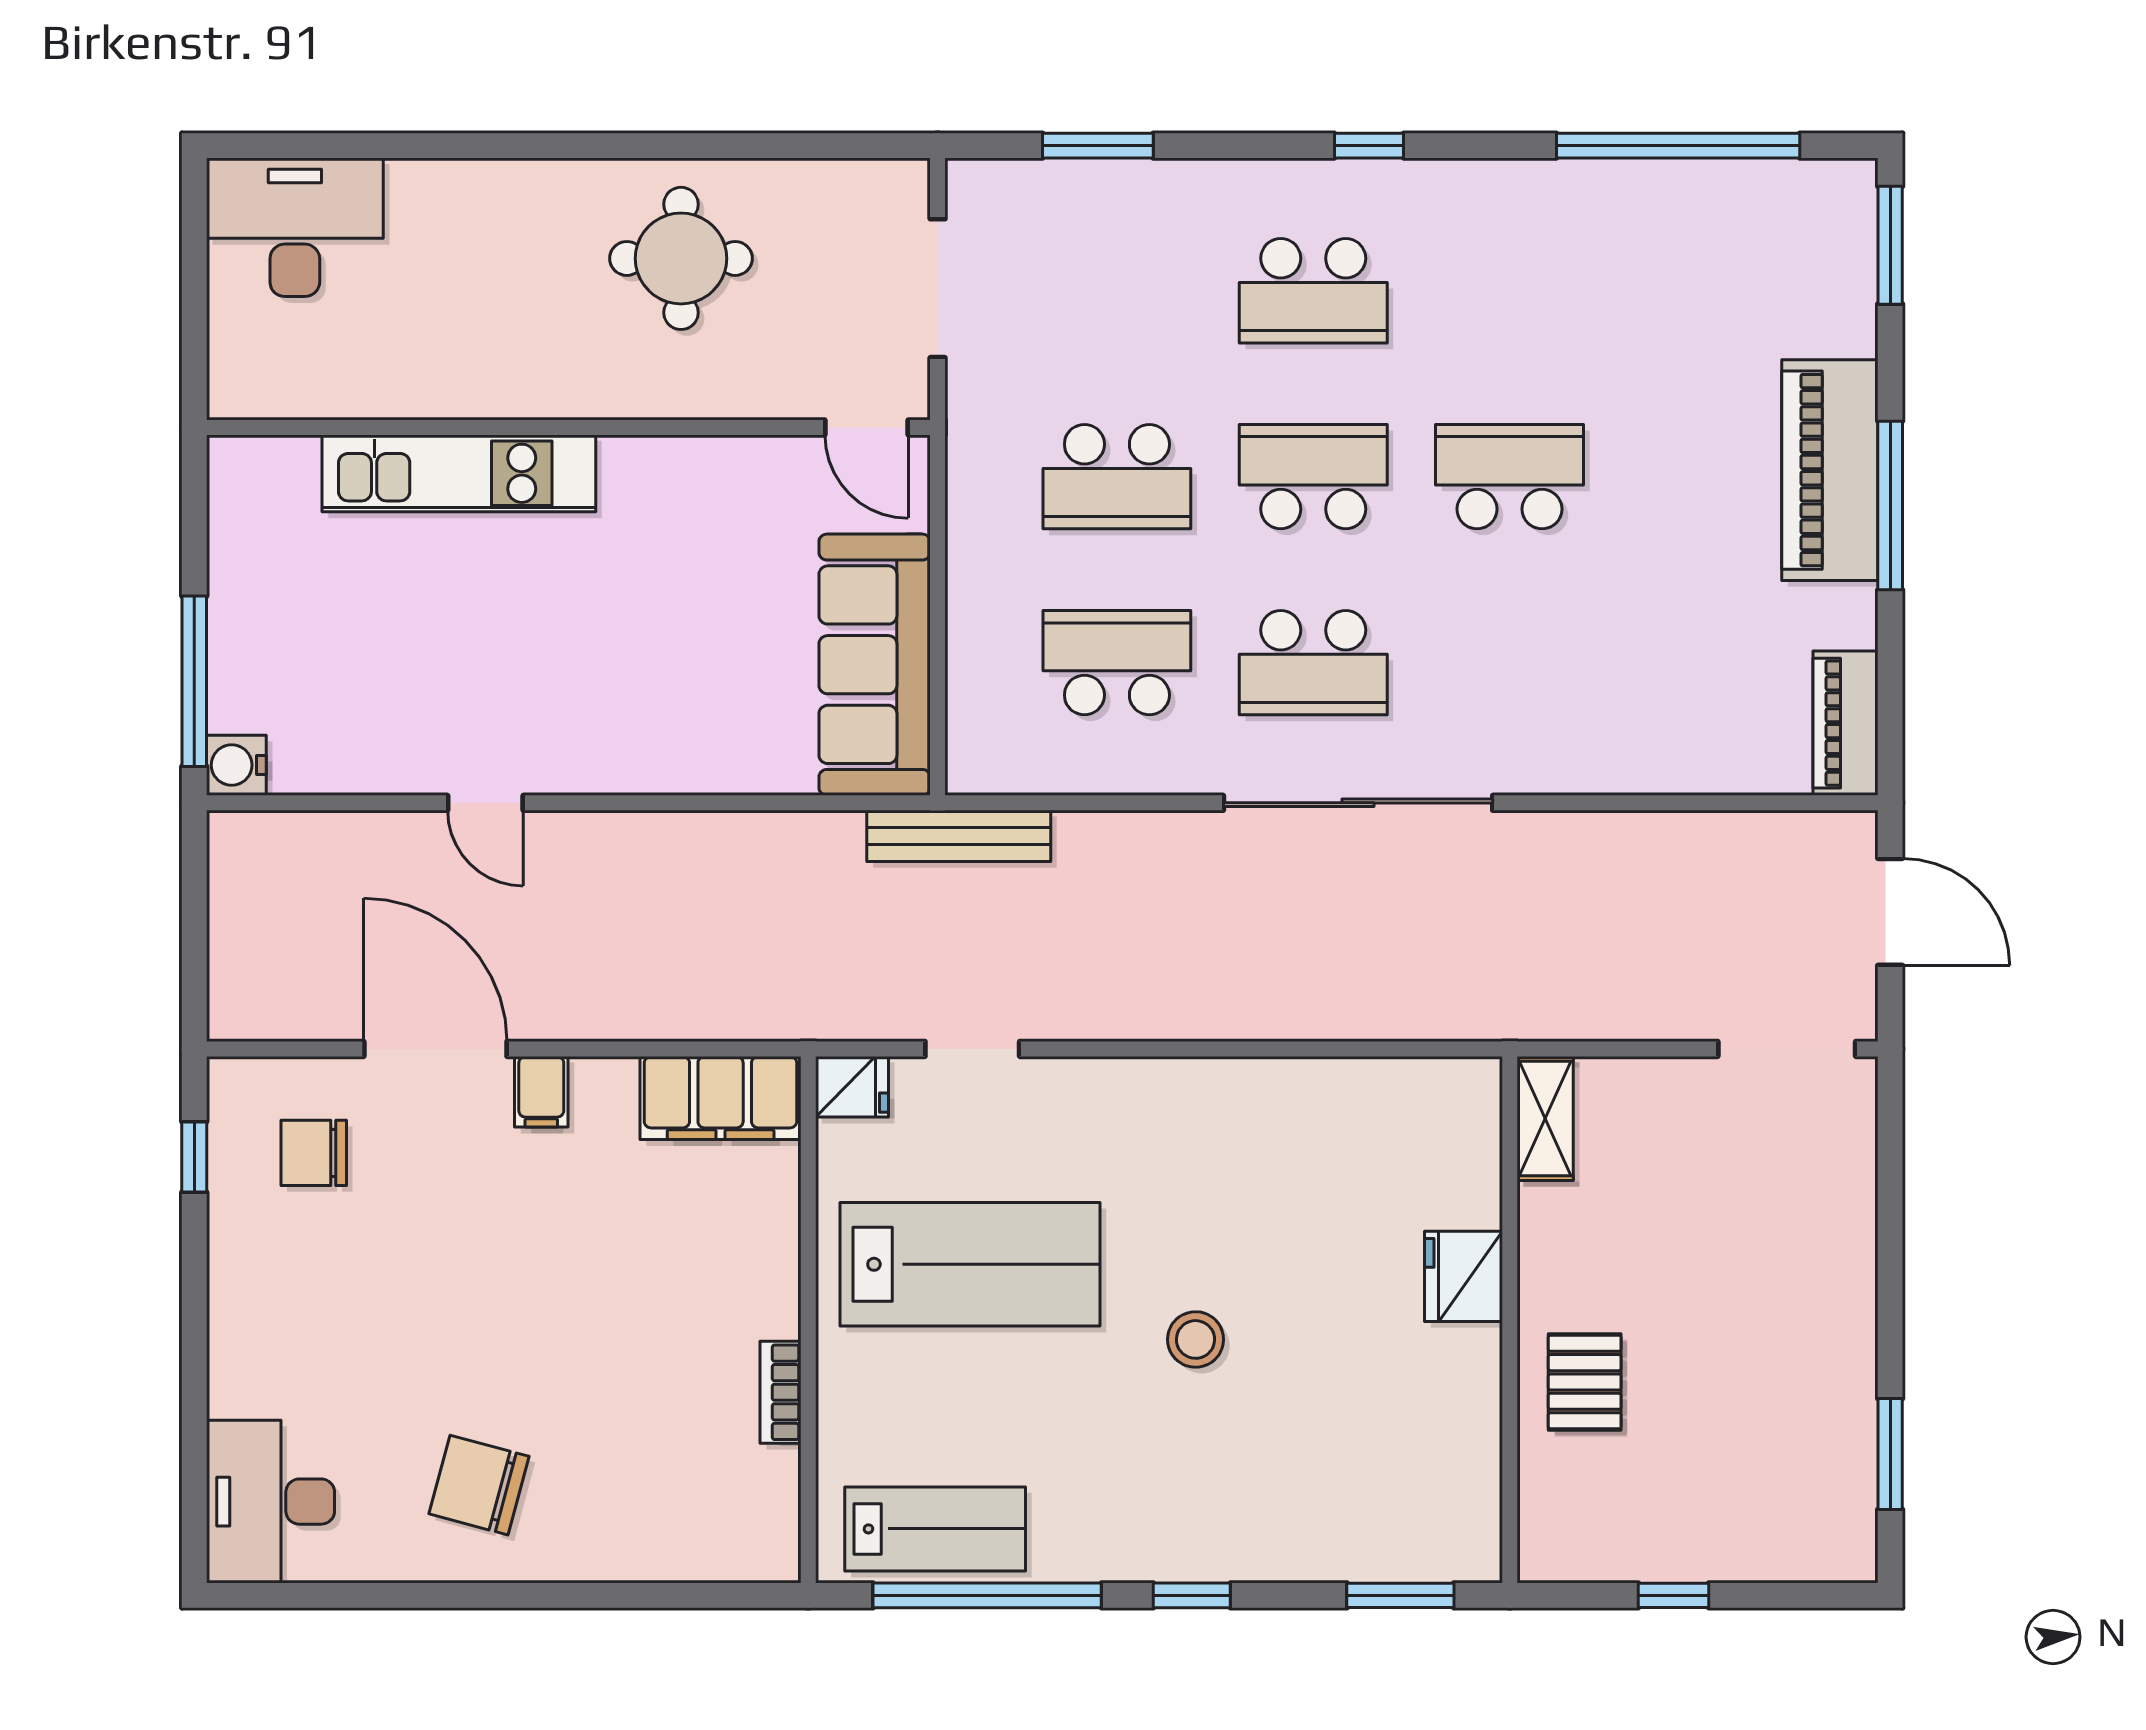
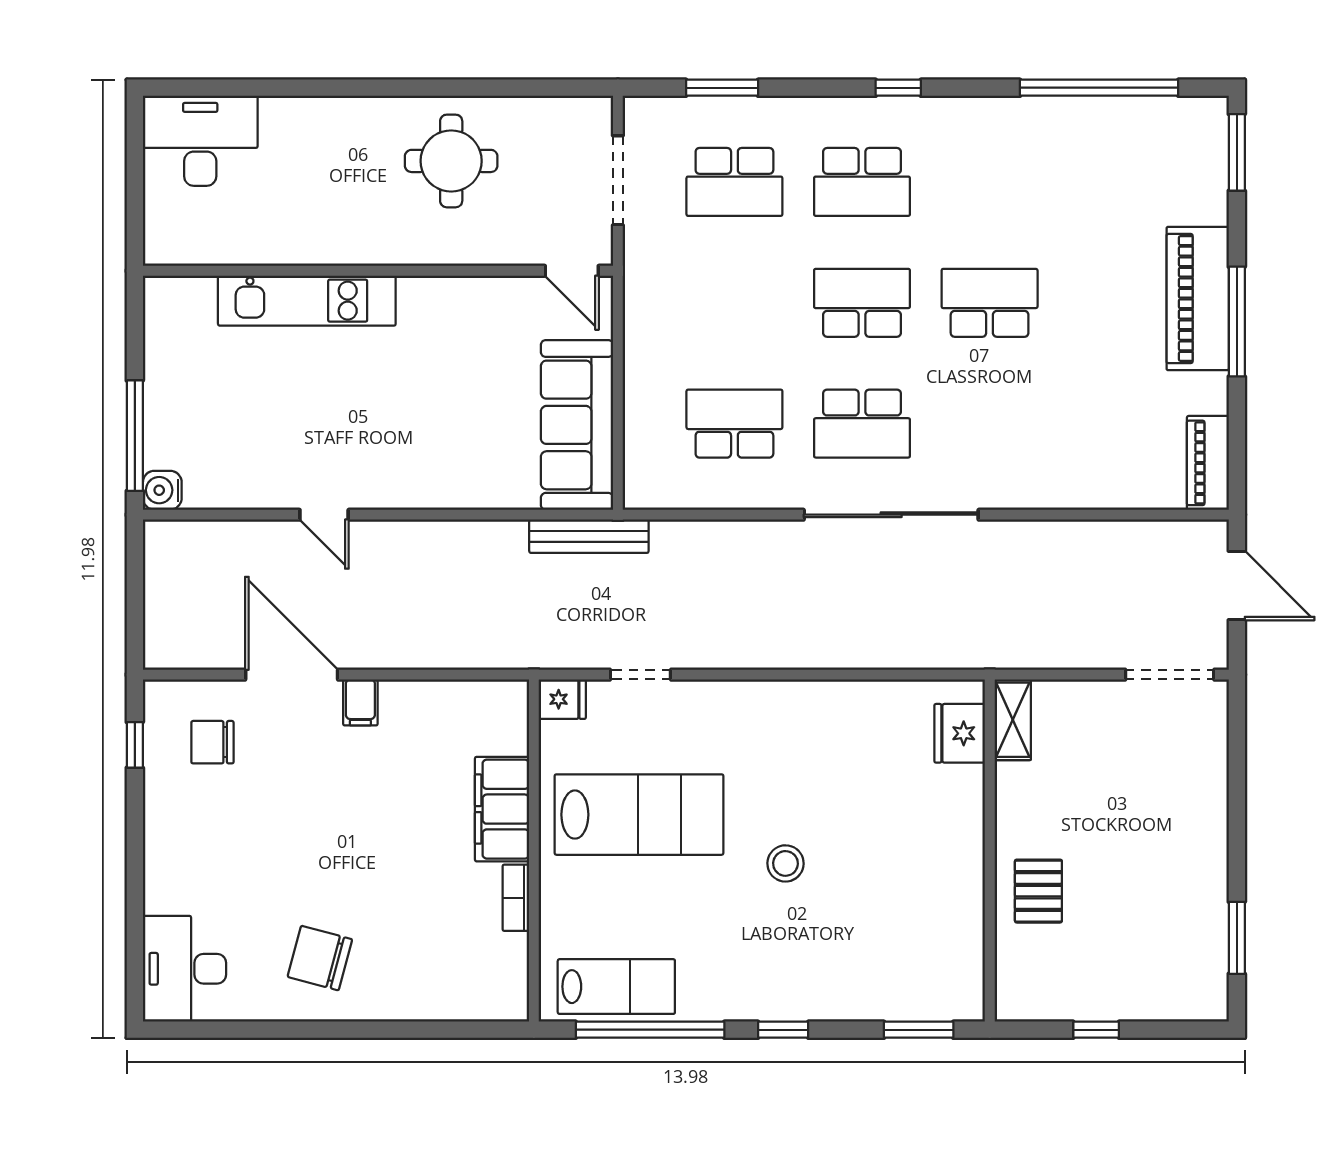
school desk: (1117, 477) -> (734, 182), moved
bench: (959, 836) -> (589, 536), moved
filing cabinet: (721, 1098) -> (502, 809), moved, turned 90
fridge: (1464, 1276) -> (960, 733), moved

